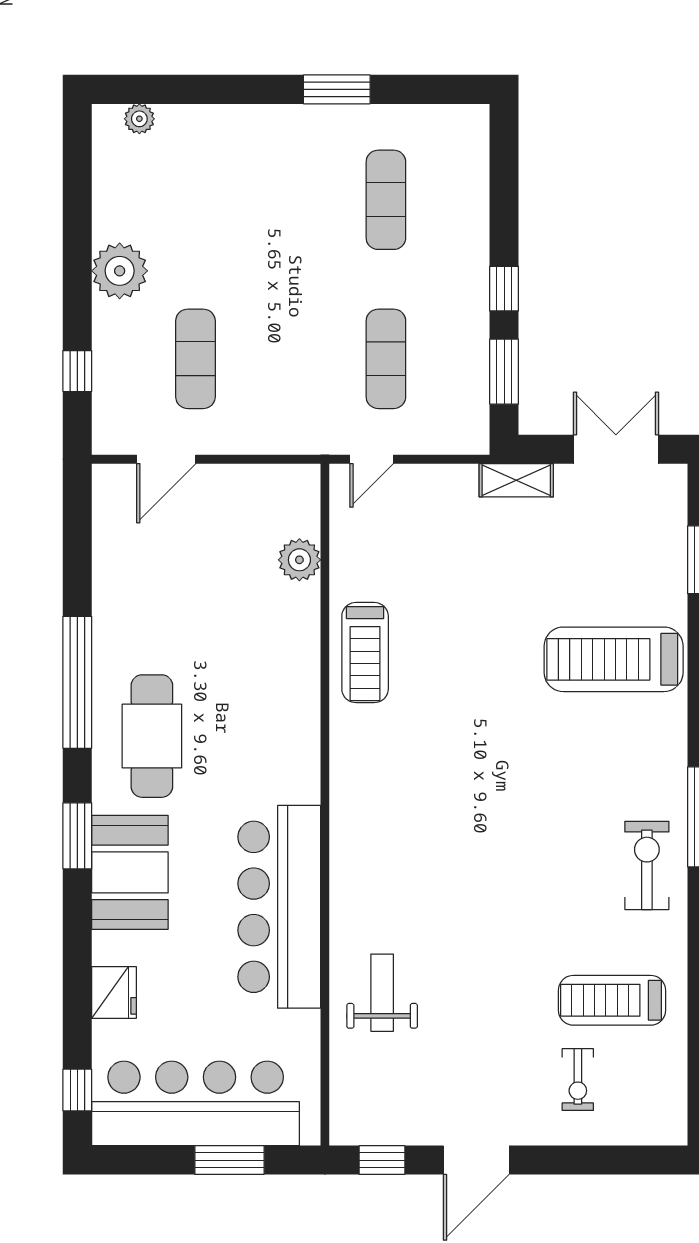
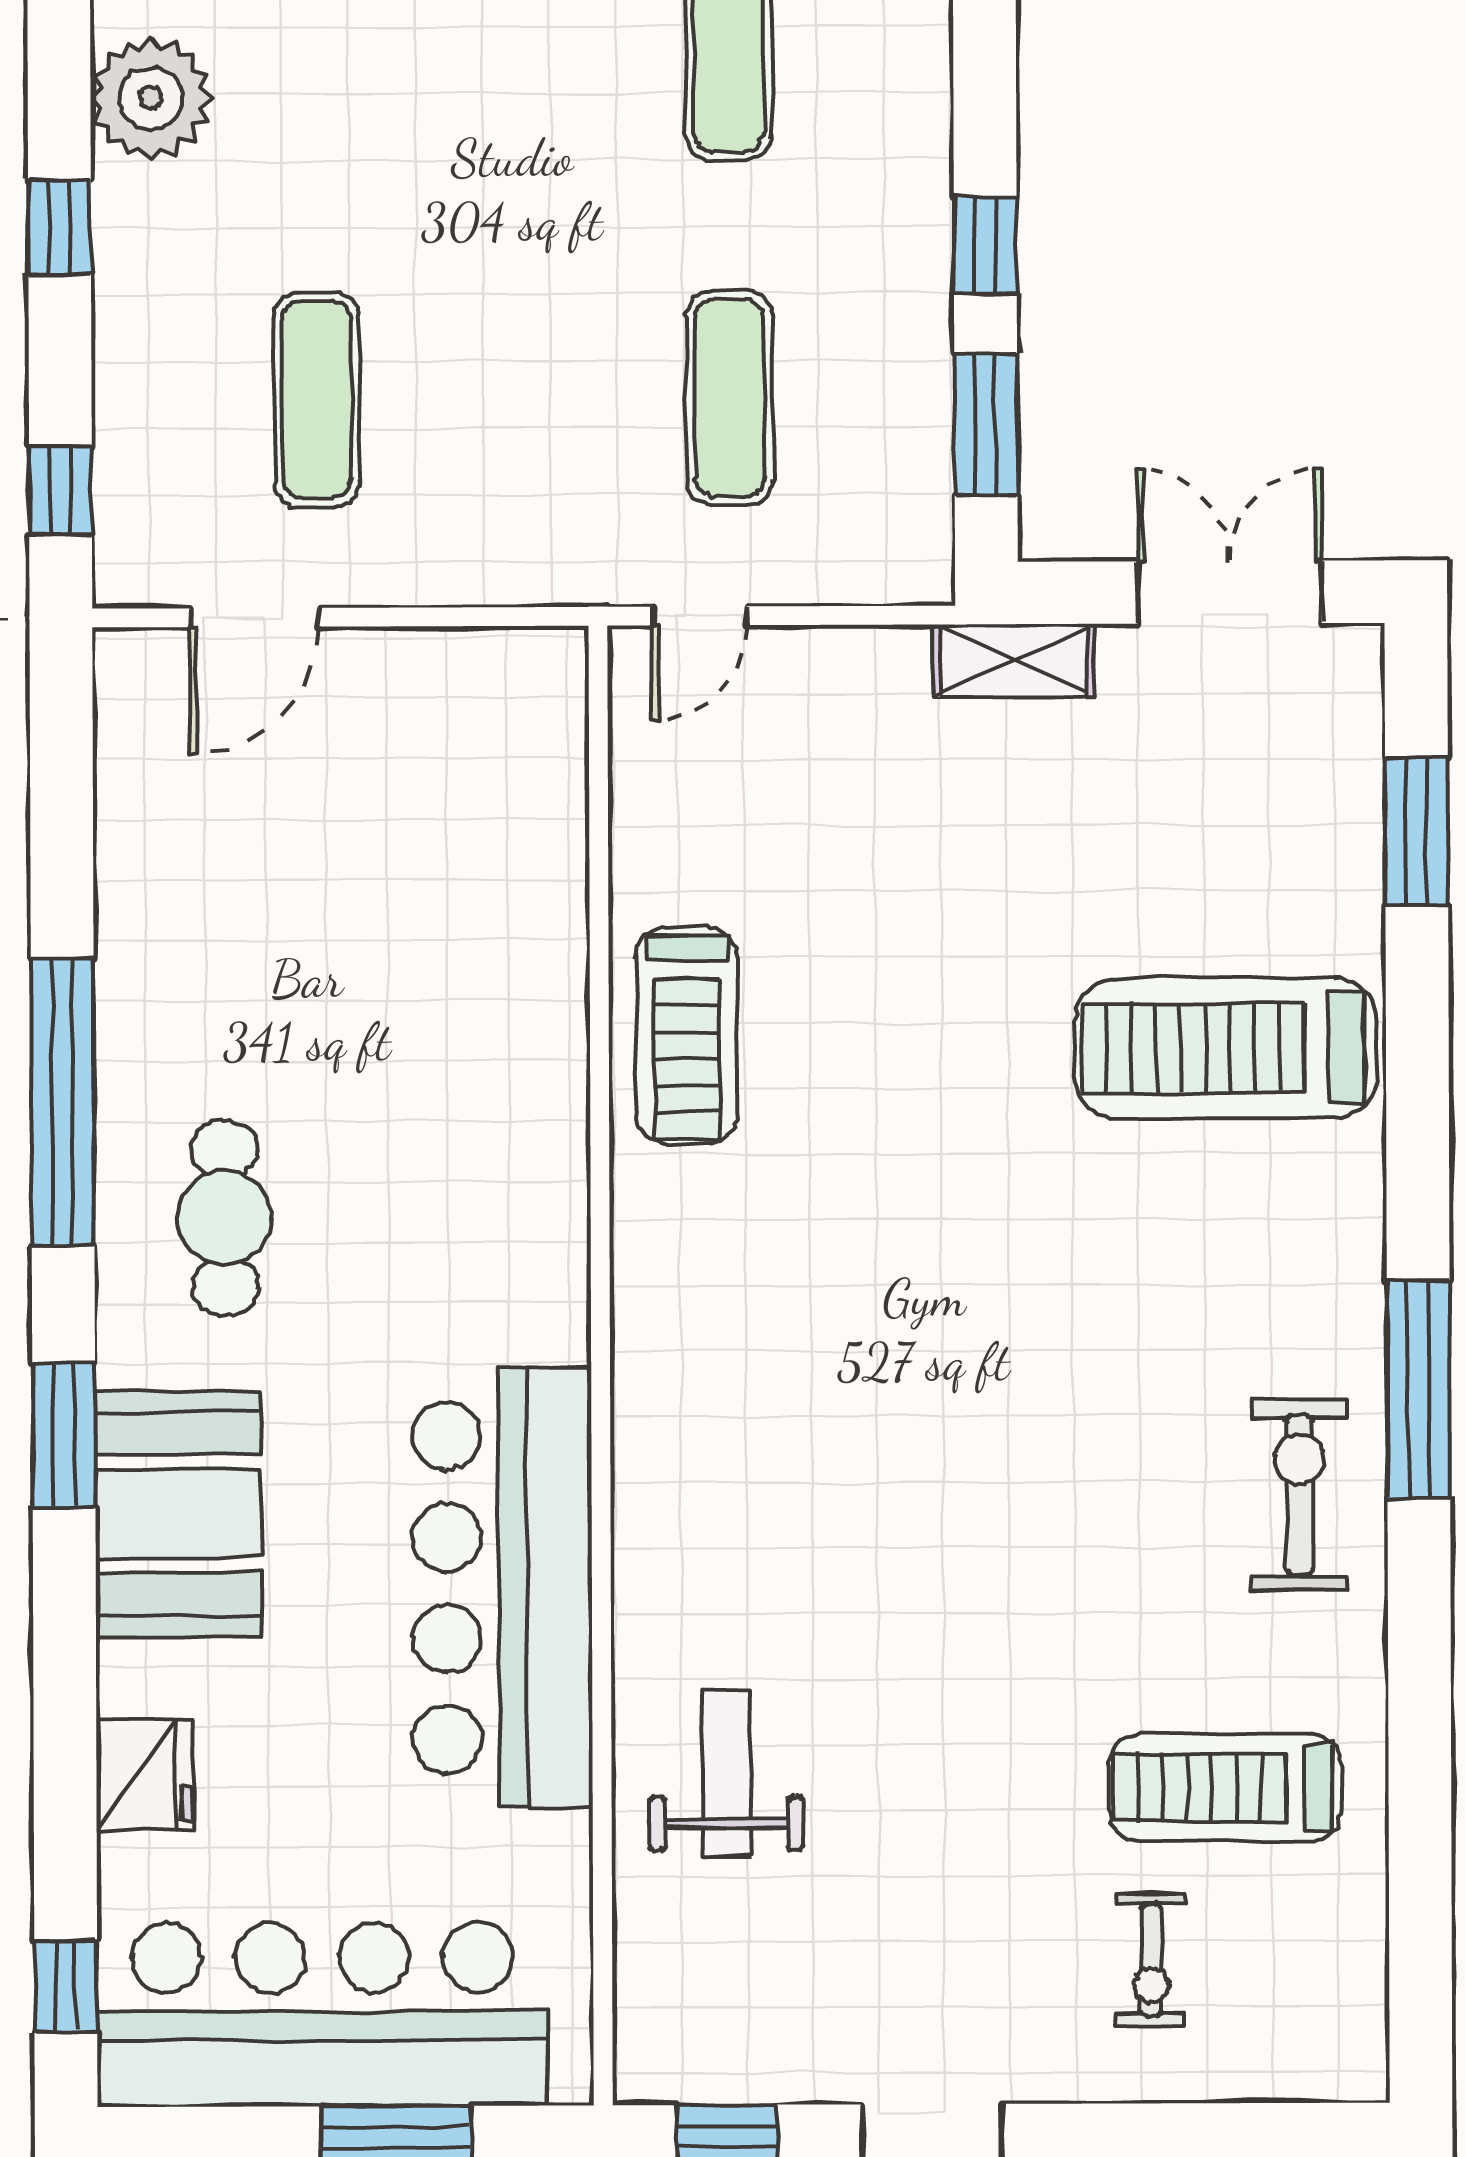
plant: (120, 271) -> (151, 98), moved
window: (77, 279) -> (60, 227), added
window: (77, 371) -> (61, 490), moved
plant: (299, 560) -> (543, 835), removed
cafe table: (152, 736) -> (225, 1218), width x0.73, depth x0.74

